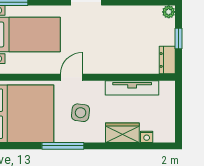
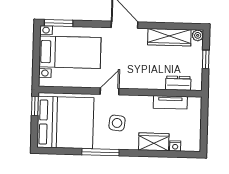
wardrobe: (137, 15) -> (169, 37), added
dresser: (167, 60) -> (178, 83), moved, turned 90
tv unit: (132, 88) -> (170, 102), width x0.71

